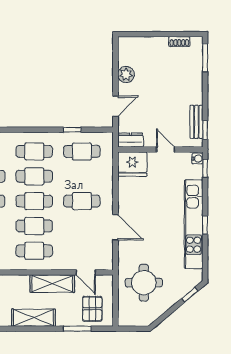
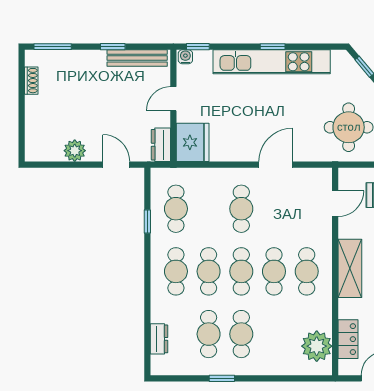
bench: (196, 122) -> (137, 58), width x1.36
window: (205, 130) -> (113, 47), moved
shelving: (52, 284) -> (350, 268), moved

